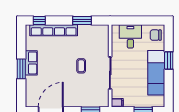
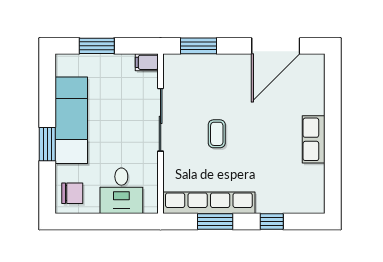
window: (39, 20) -> (272, 222), moved
row of seats: (54, 30) -> (209, 203), moved
window: (21, 69) -> (333, 128), removed

